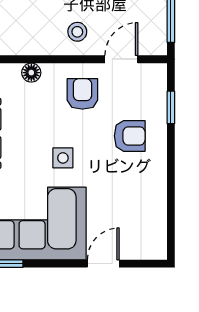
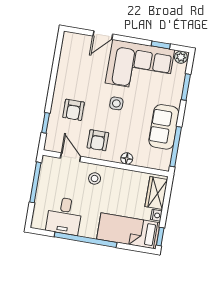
door: (121, 59) -> (71, 157), swing flipped
armchair: (130, 136) -> (74, 110), turned -90

